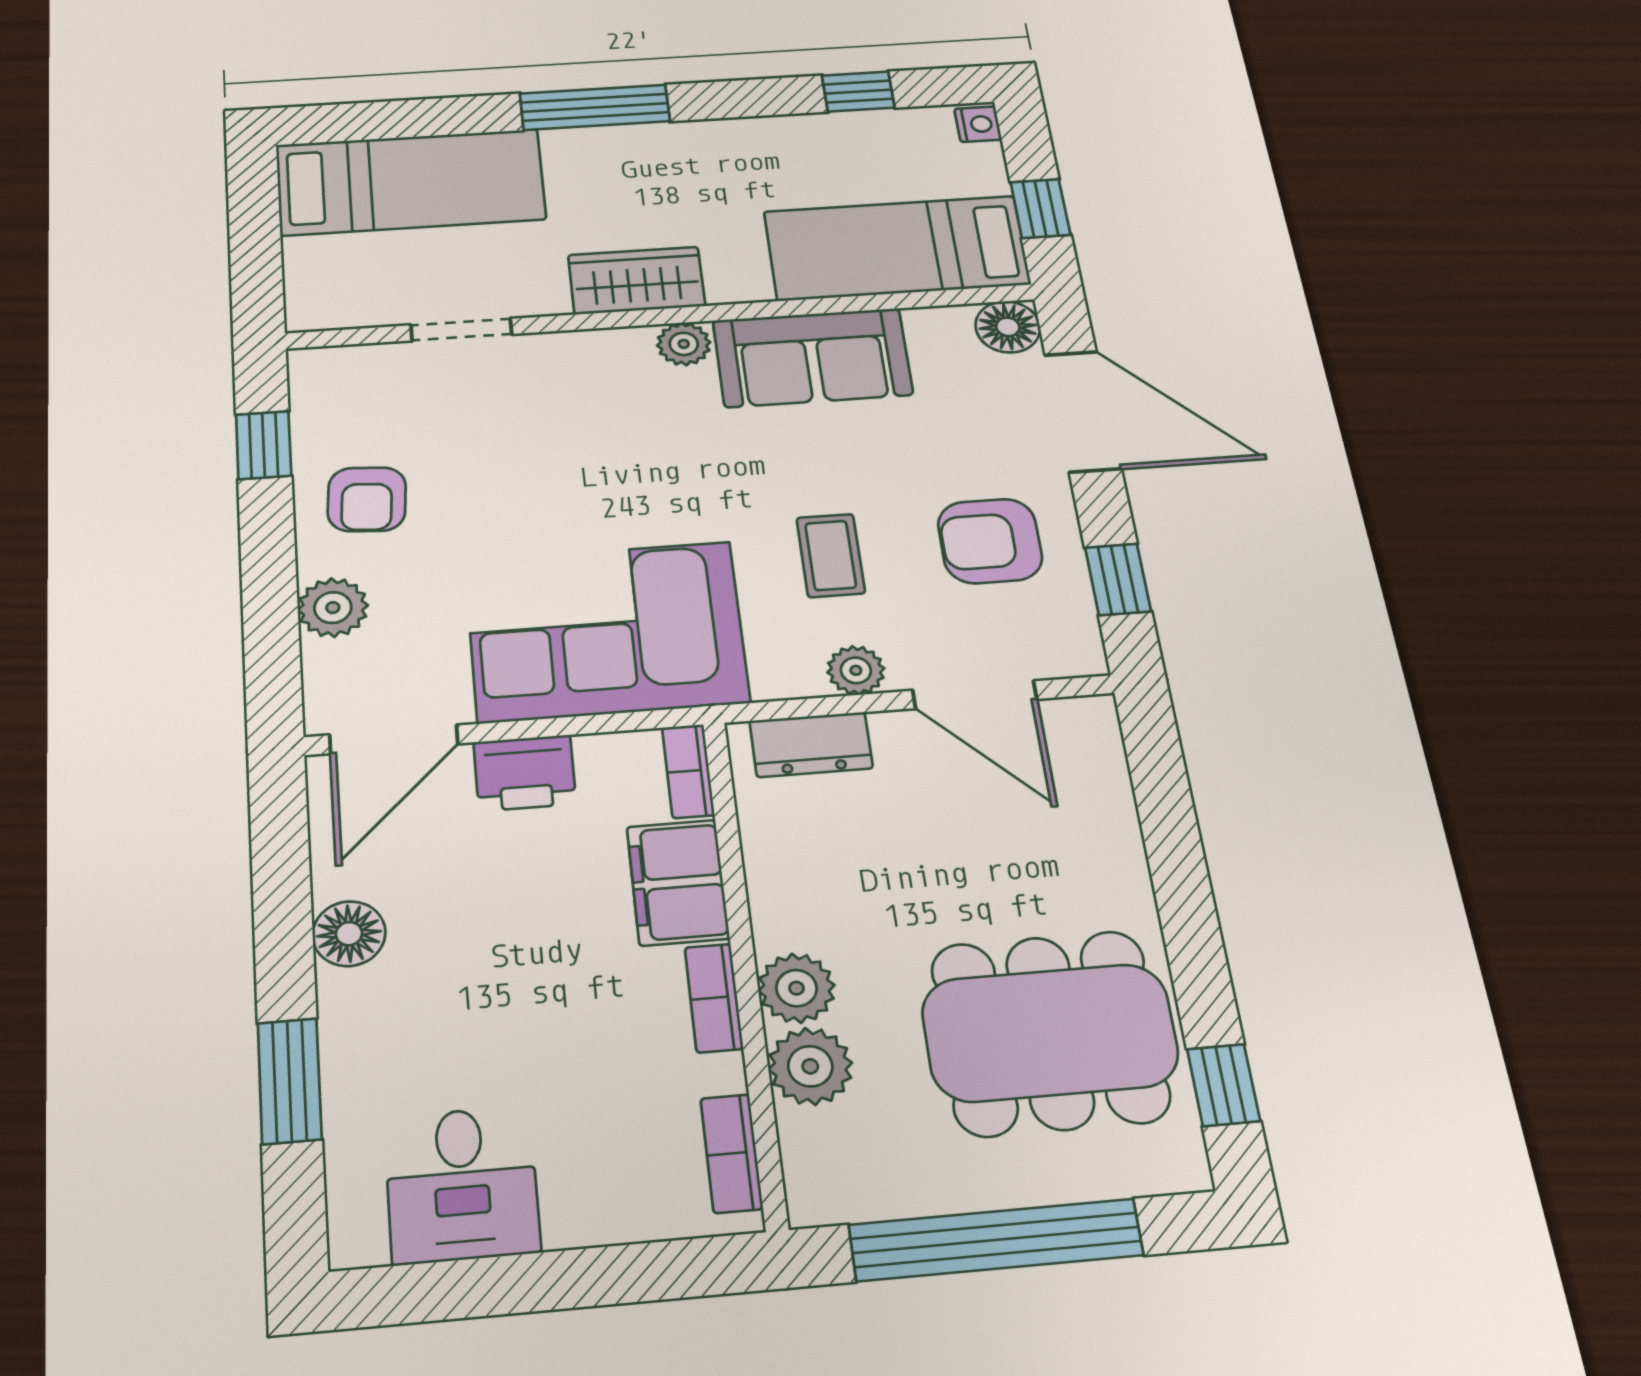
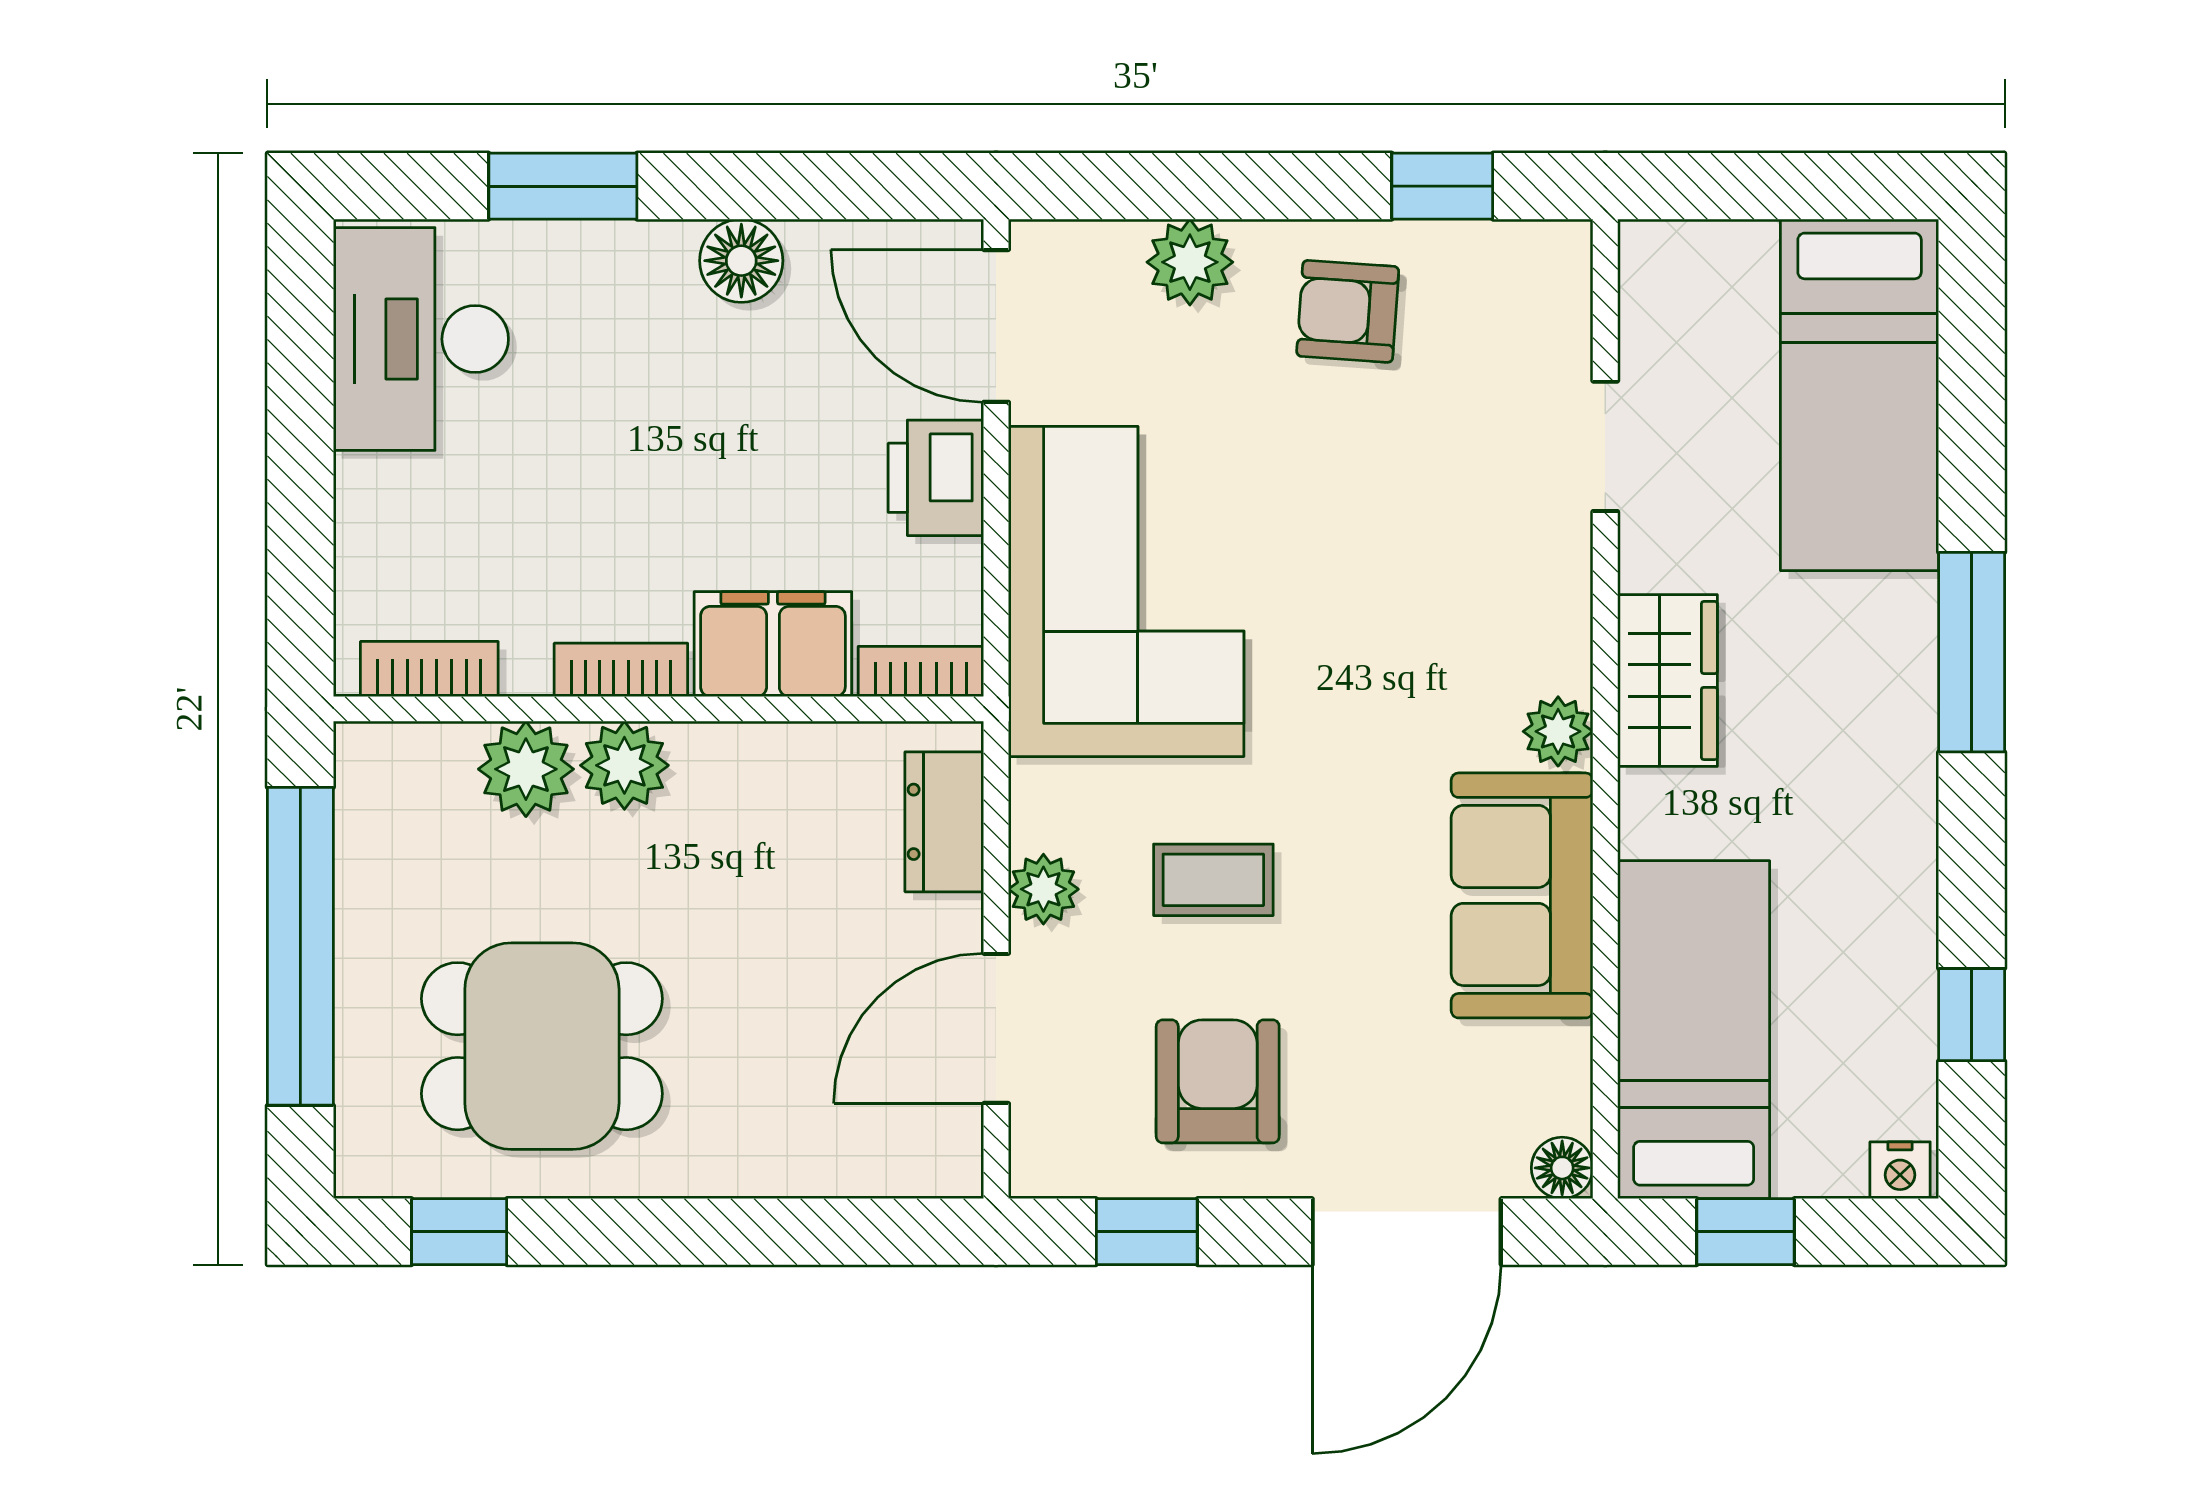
floor lamp: (1008, 327) -> (1562, 1168), width x0.73, depth x0.73
dining table: (1050, 1033) -> (542, 1046), width x0.73
desk: (462, 1184) -> (421, 339), width x1.37

